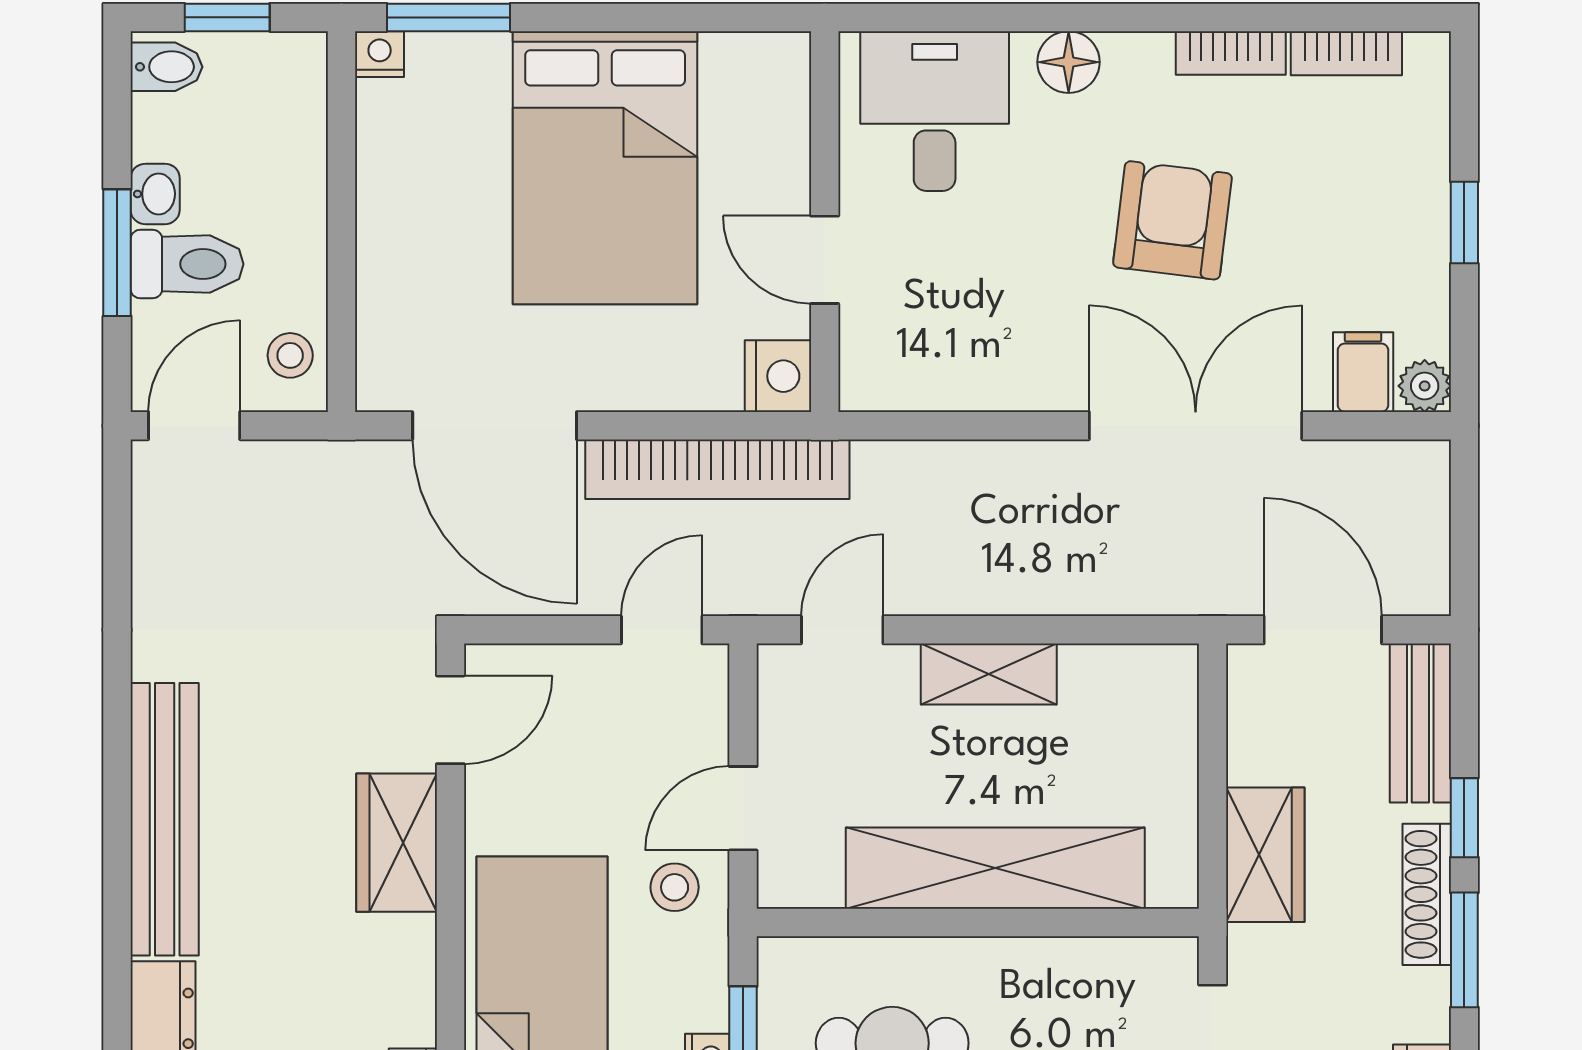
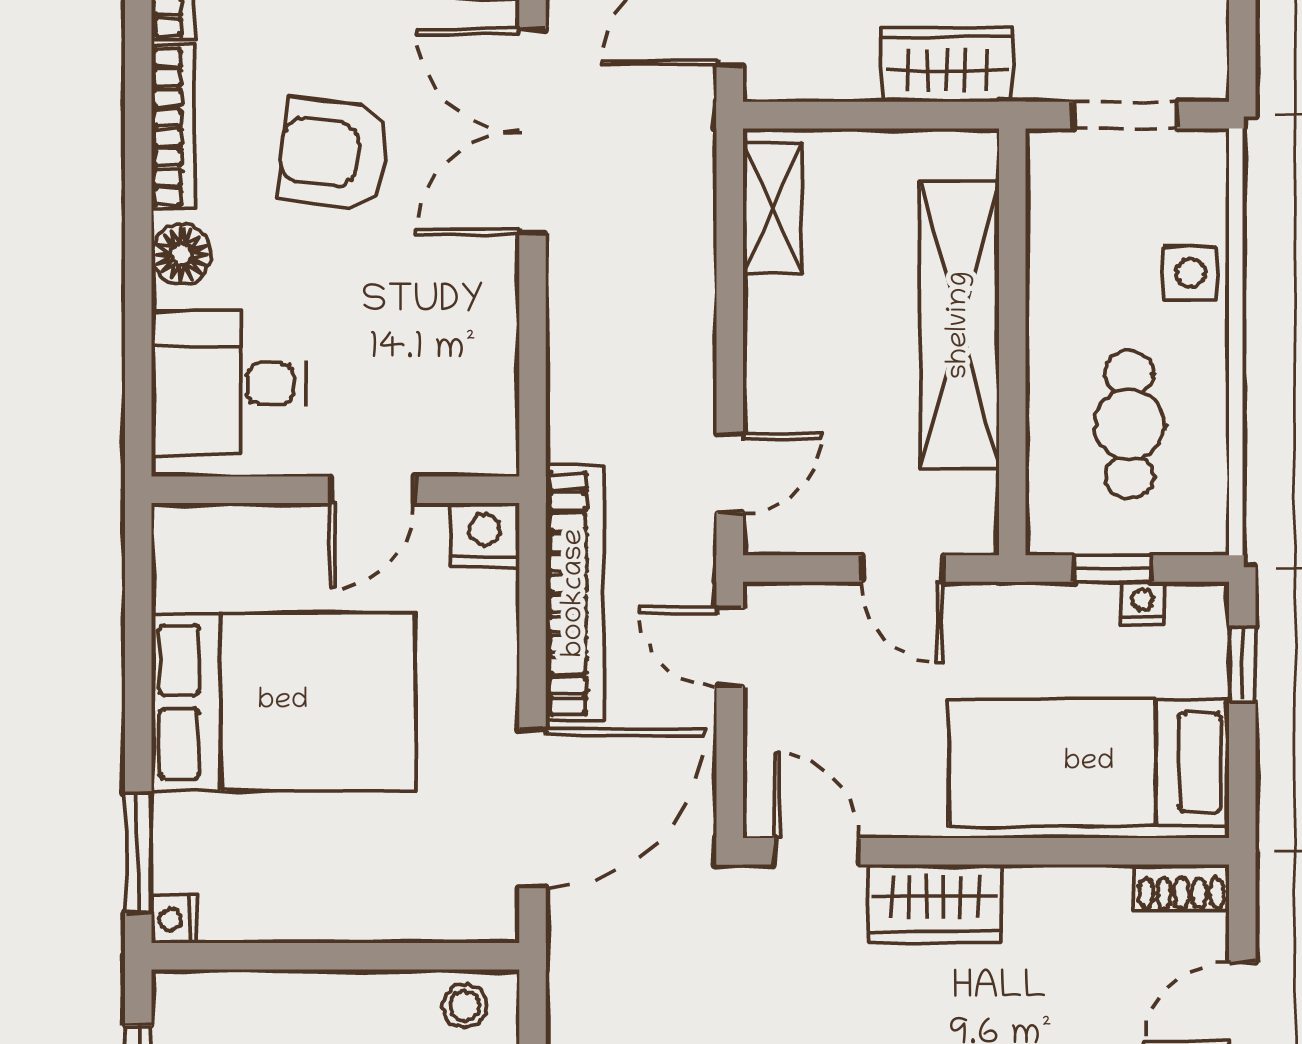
bookcase: (1231, 53) -> (173, 127), width x1.56
door: (842, 630) -> (730, 473), swing flipped
shelving: (989, 674) -> (772, 208), moved
stool: (675, 887) -> (978, 635), removed

